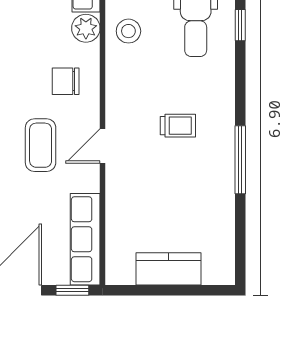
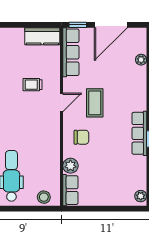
stool: (128, 31) -> (48, 164), removed
trolley: (178, 126) -> (33, 85), moved
kitchen counter: (169, 269) -> (42, 36), moved

